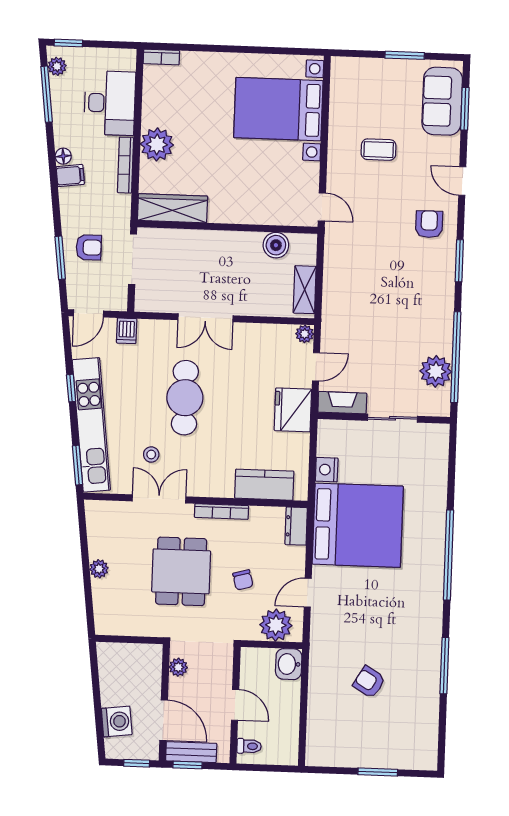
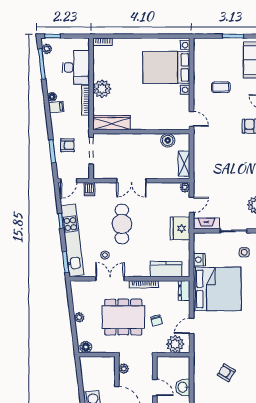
side table: (411, 459) -> (244, 252), added
dining table: (181, 571) -> (123, 317), width x1.38
floor lamp: (109, 625) -> (86, 347), added
washbasin: (289, 664) -> (183, 387), moved

